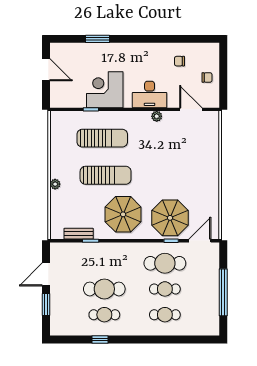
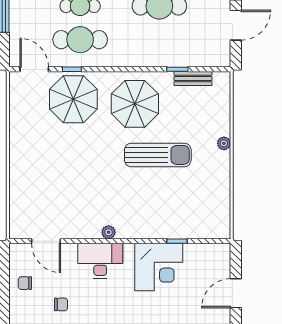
door: (46, 70) -> (236, 293), hinge flipped
plant: (157, 116) -> (109, 232), moved
sun lounger: (102, 138) -> (162, 204), removed
sun lounger: (106, 175) -> (158, 155), turned 180
door: (200, 241) -> (34, 69), swing flipped

